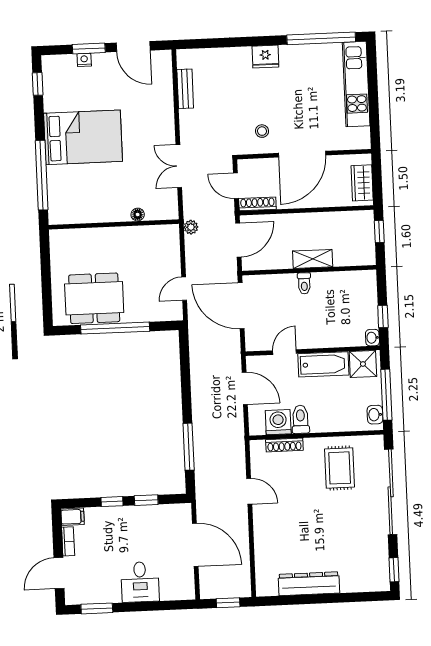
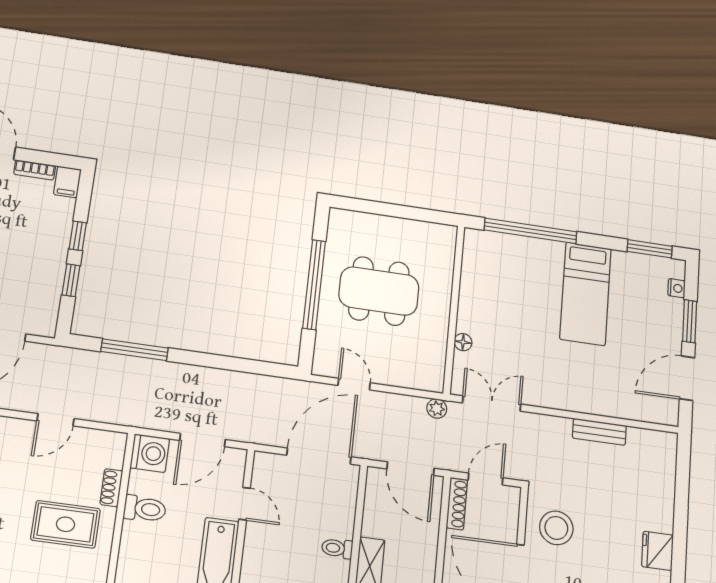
nightstand: (84, 60) -> (677, 288), moved
window: (38, 84) -> (650, 249), width x1.50
bench: (185, 89) -> (599, 432), moved
stool: (262, 131) -> (556, 528), width x1.89, depth x1.89
bed: (83, 137) -> (585, 294), width x0.67
double door: (179, 166) -> (492, 404), moved
dining table: (94, 298) -> (379, 291), moved, turned 90
washing machine: (278, 422) -> (150, 453), moved
shoe rack: (284, 445) -> (111, 488), width x0.70
rug: (340, 468) -> (66, 524), moved

